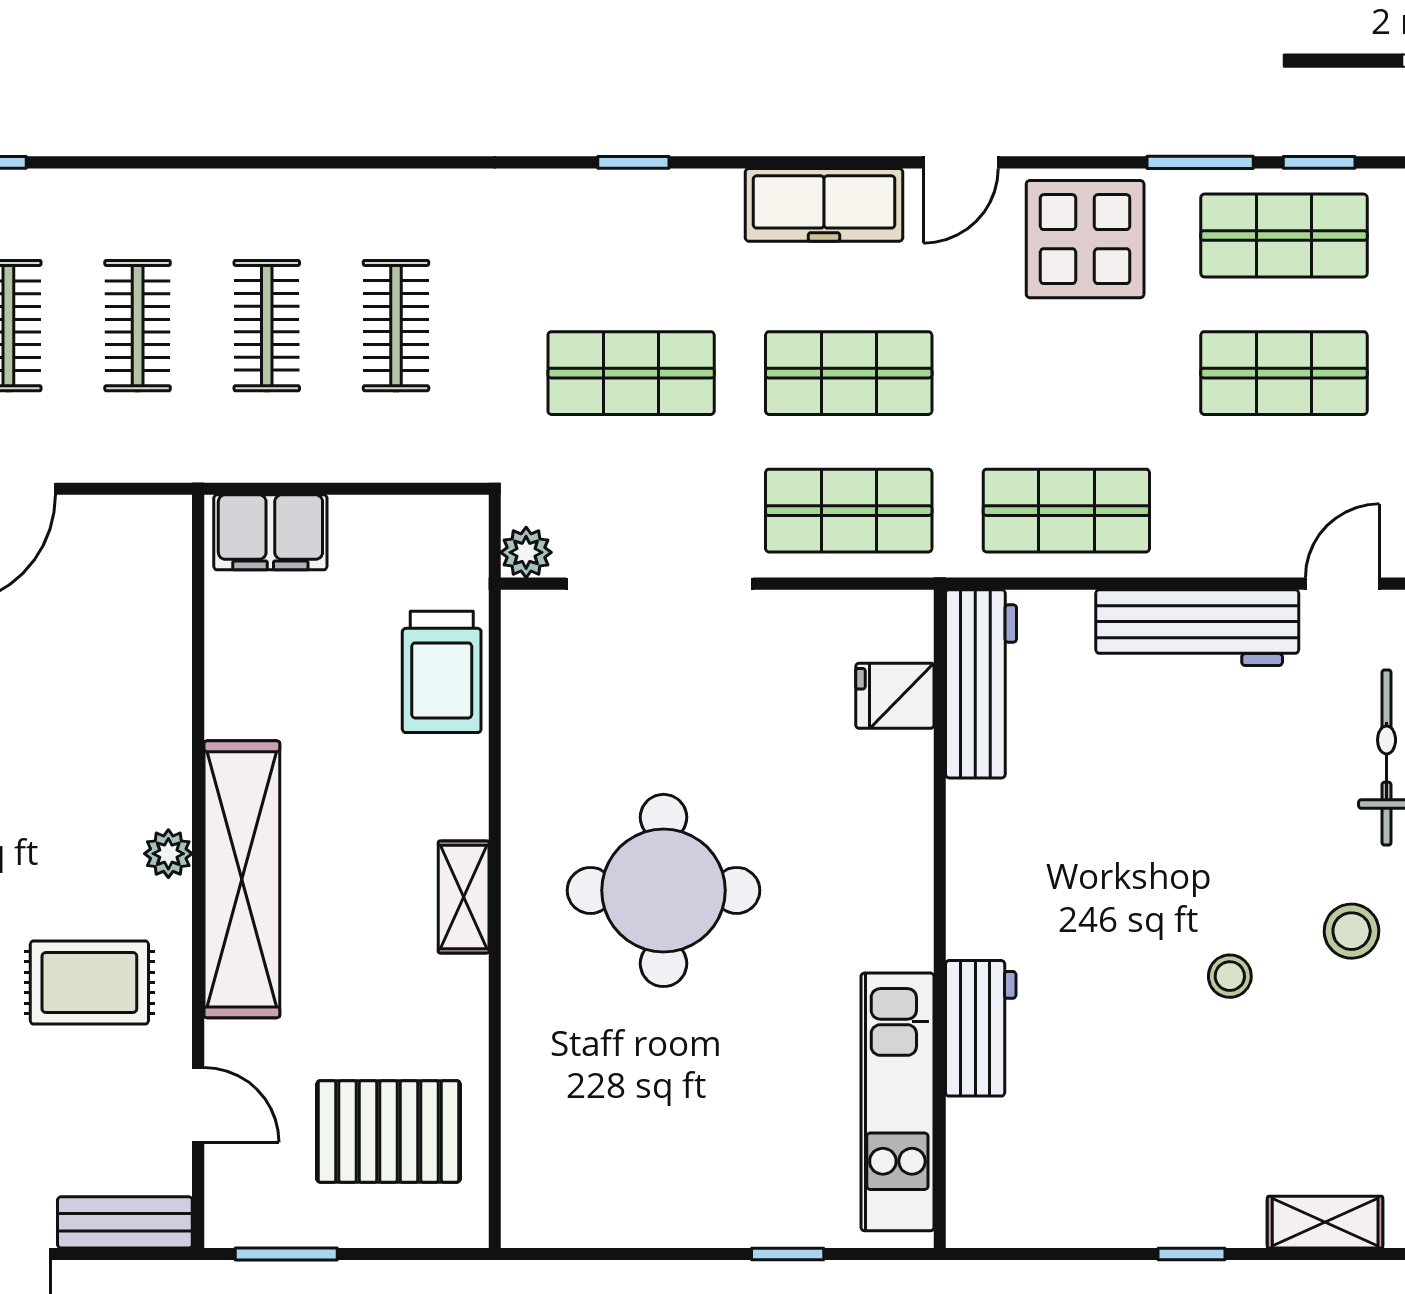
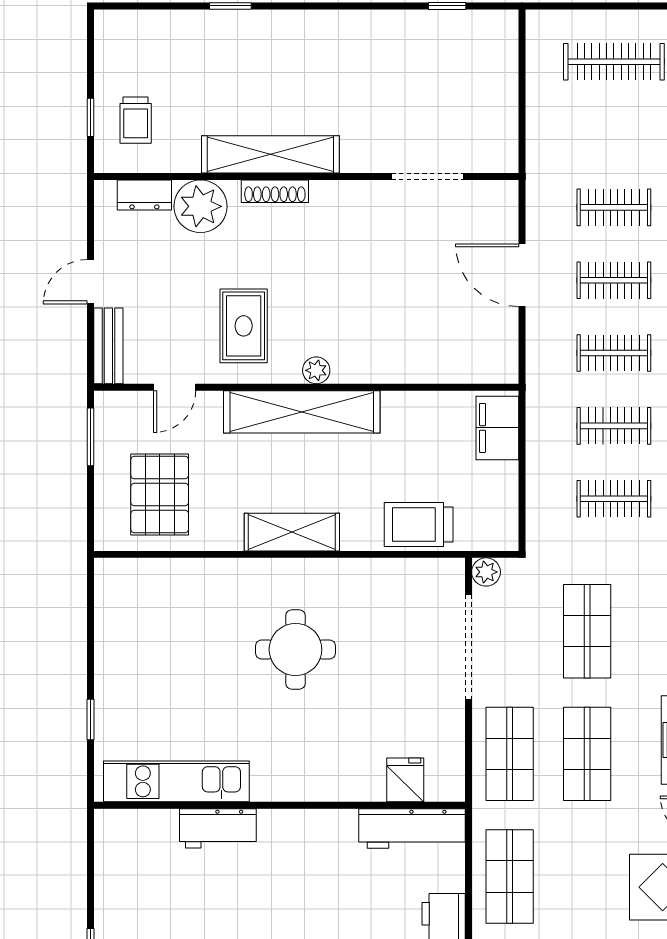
round table: (664, 890) -> (295, 650), width x0.73, depth x0.73
shelving: (464, 897) -> (292, 532), width x1.50, depth x1.33

